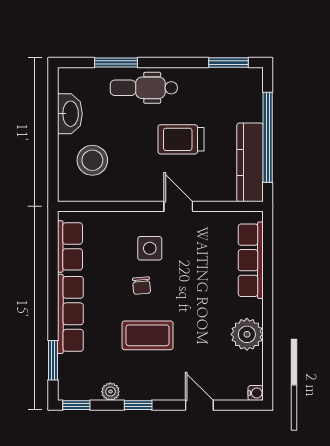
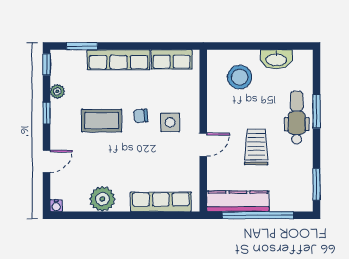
window: (116, 63) -> (317, 111), moved
coffee table: (148, 335) -> (102, 121), turned 90

